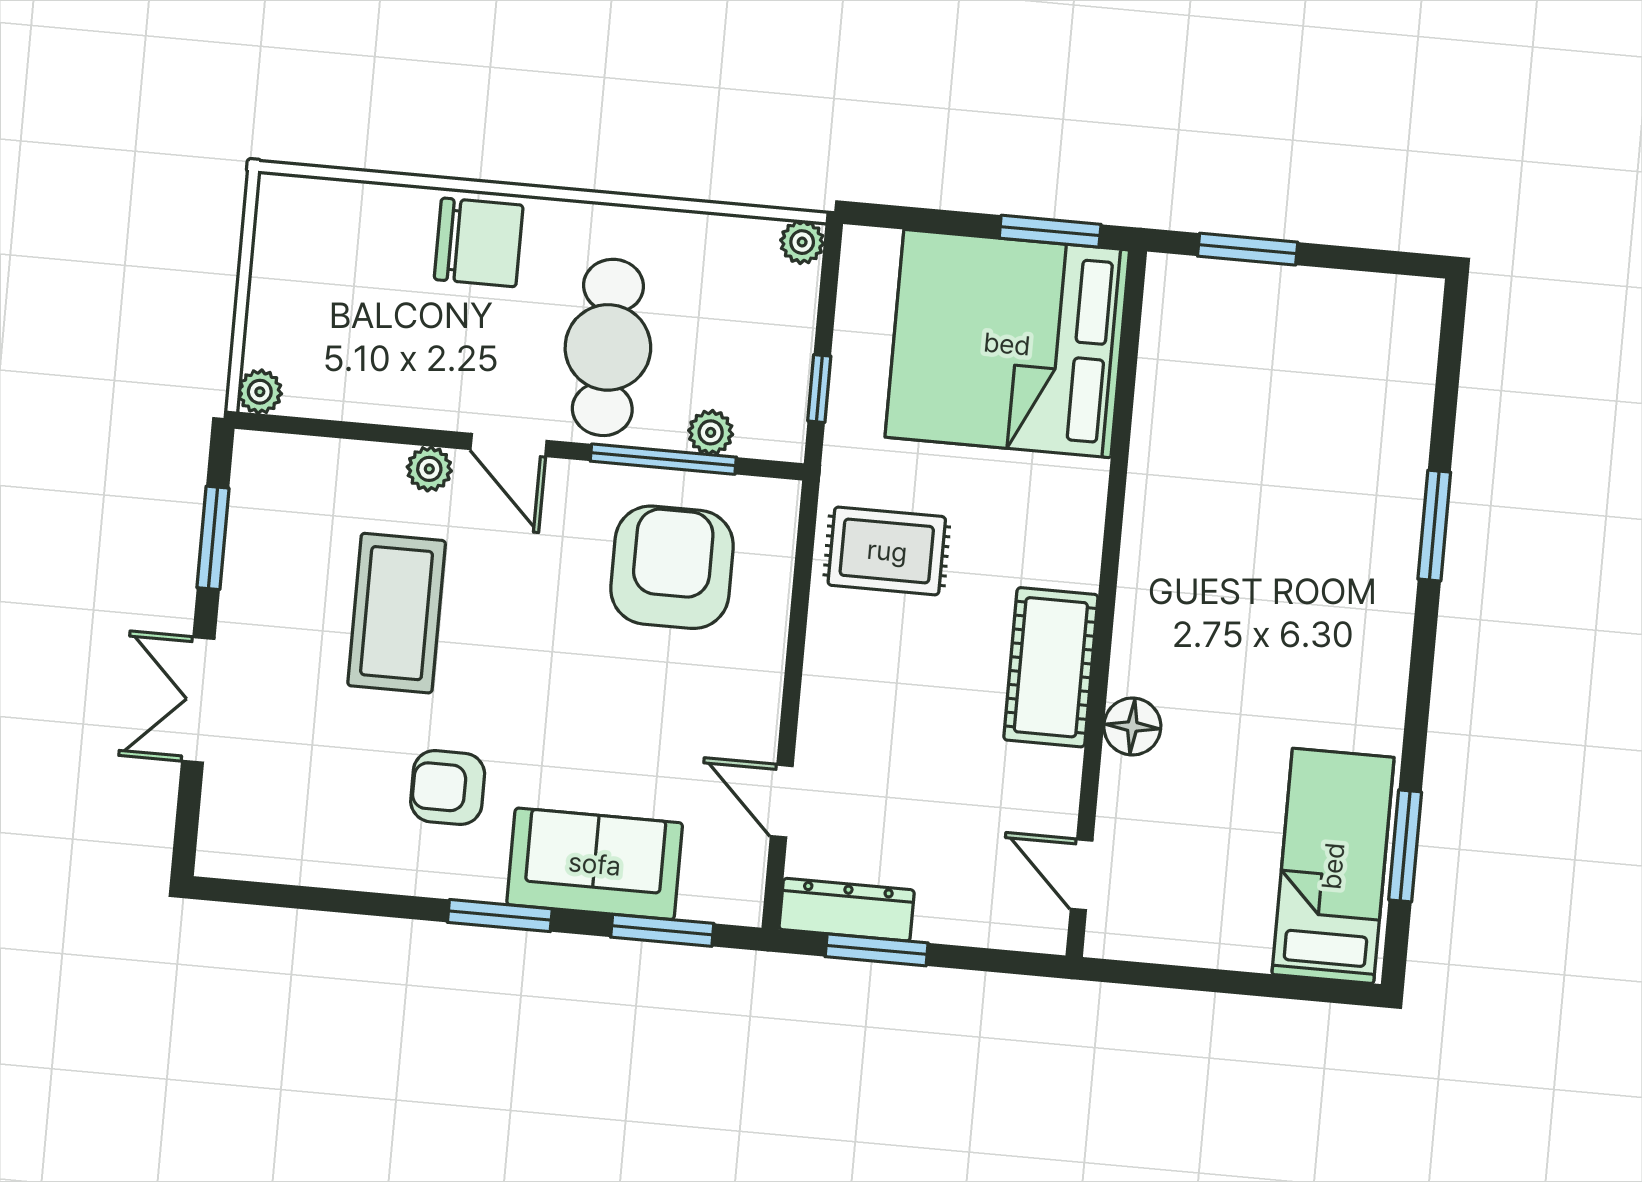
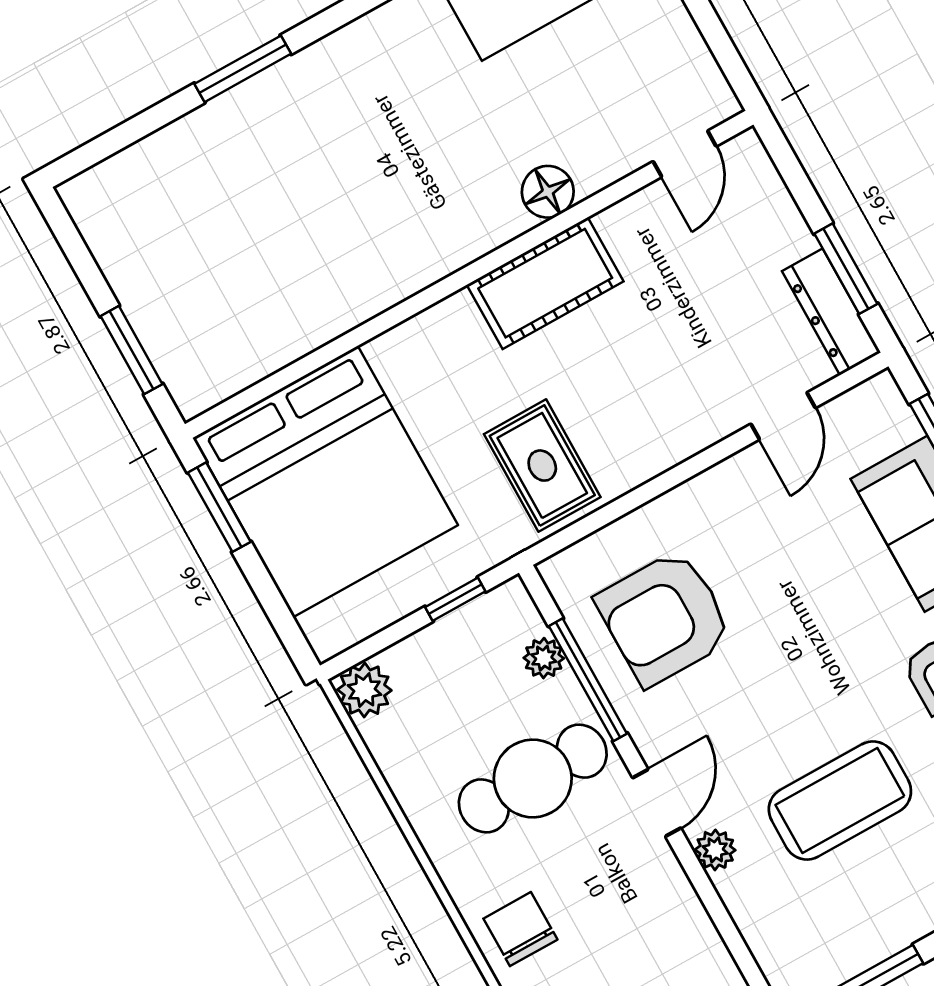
chair: (479, 242) -> (520, 929), width x0.73, depth x0.73
plant: (802, 242) -> (364, 690), width x1.38, depth x1.38

